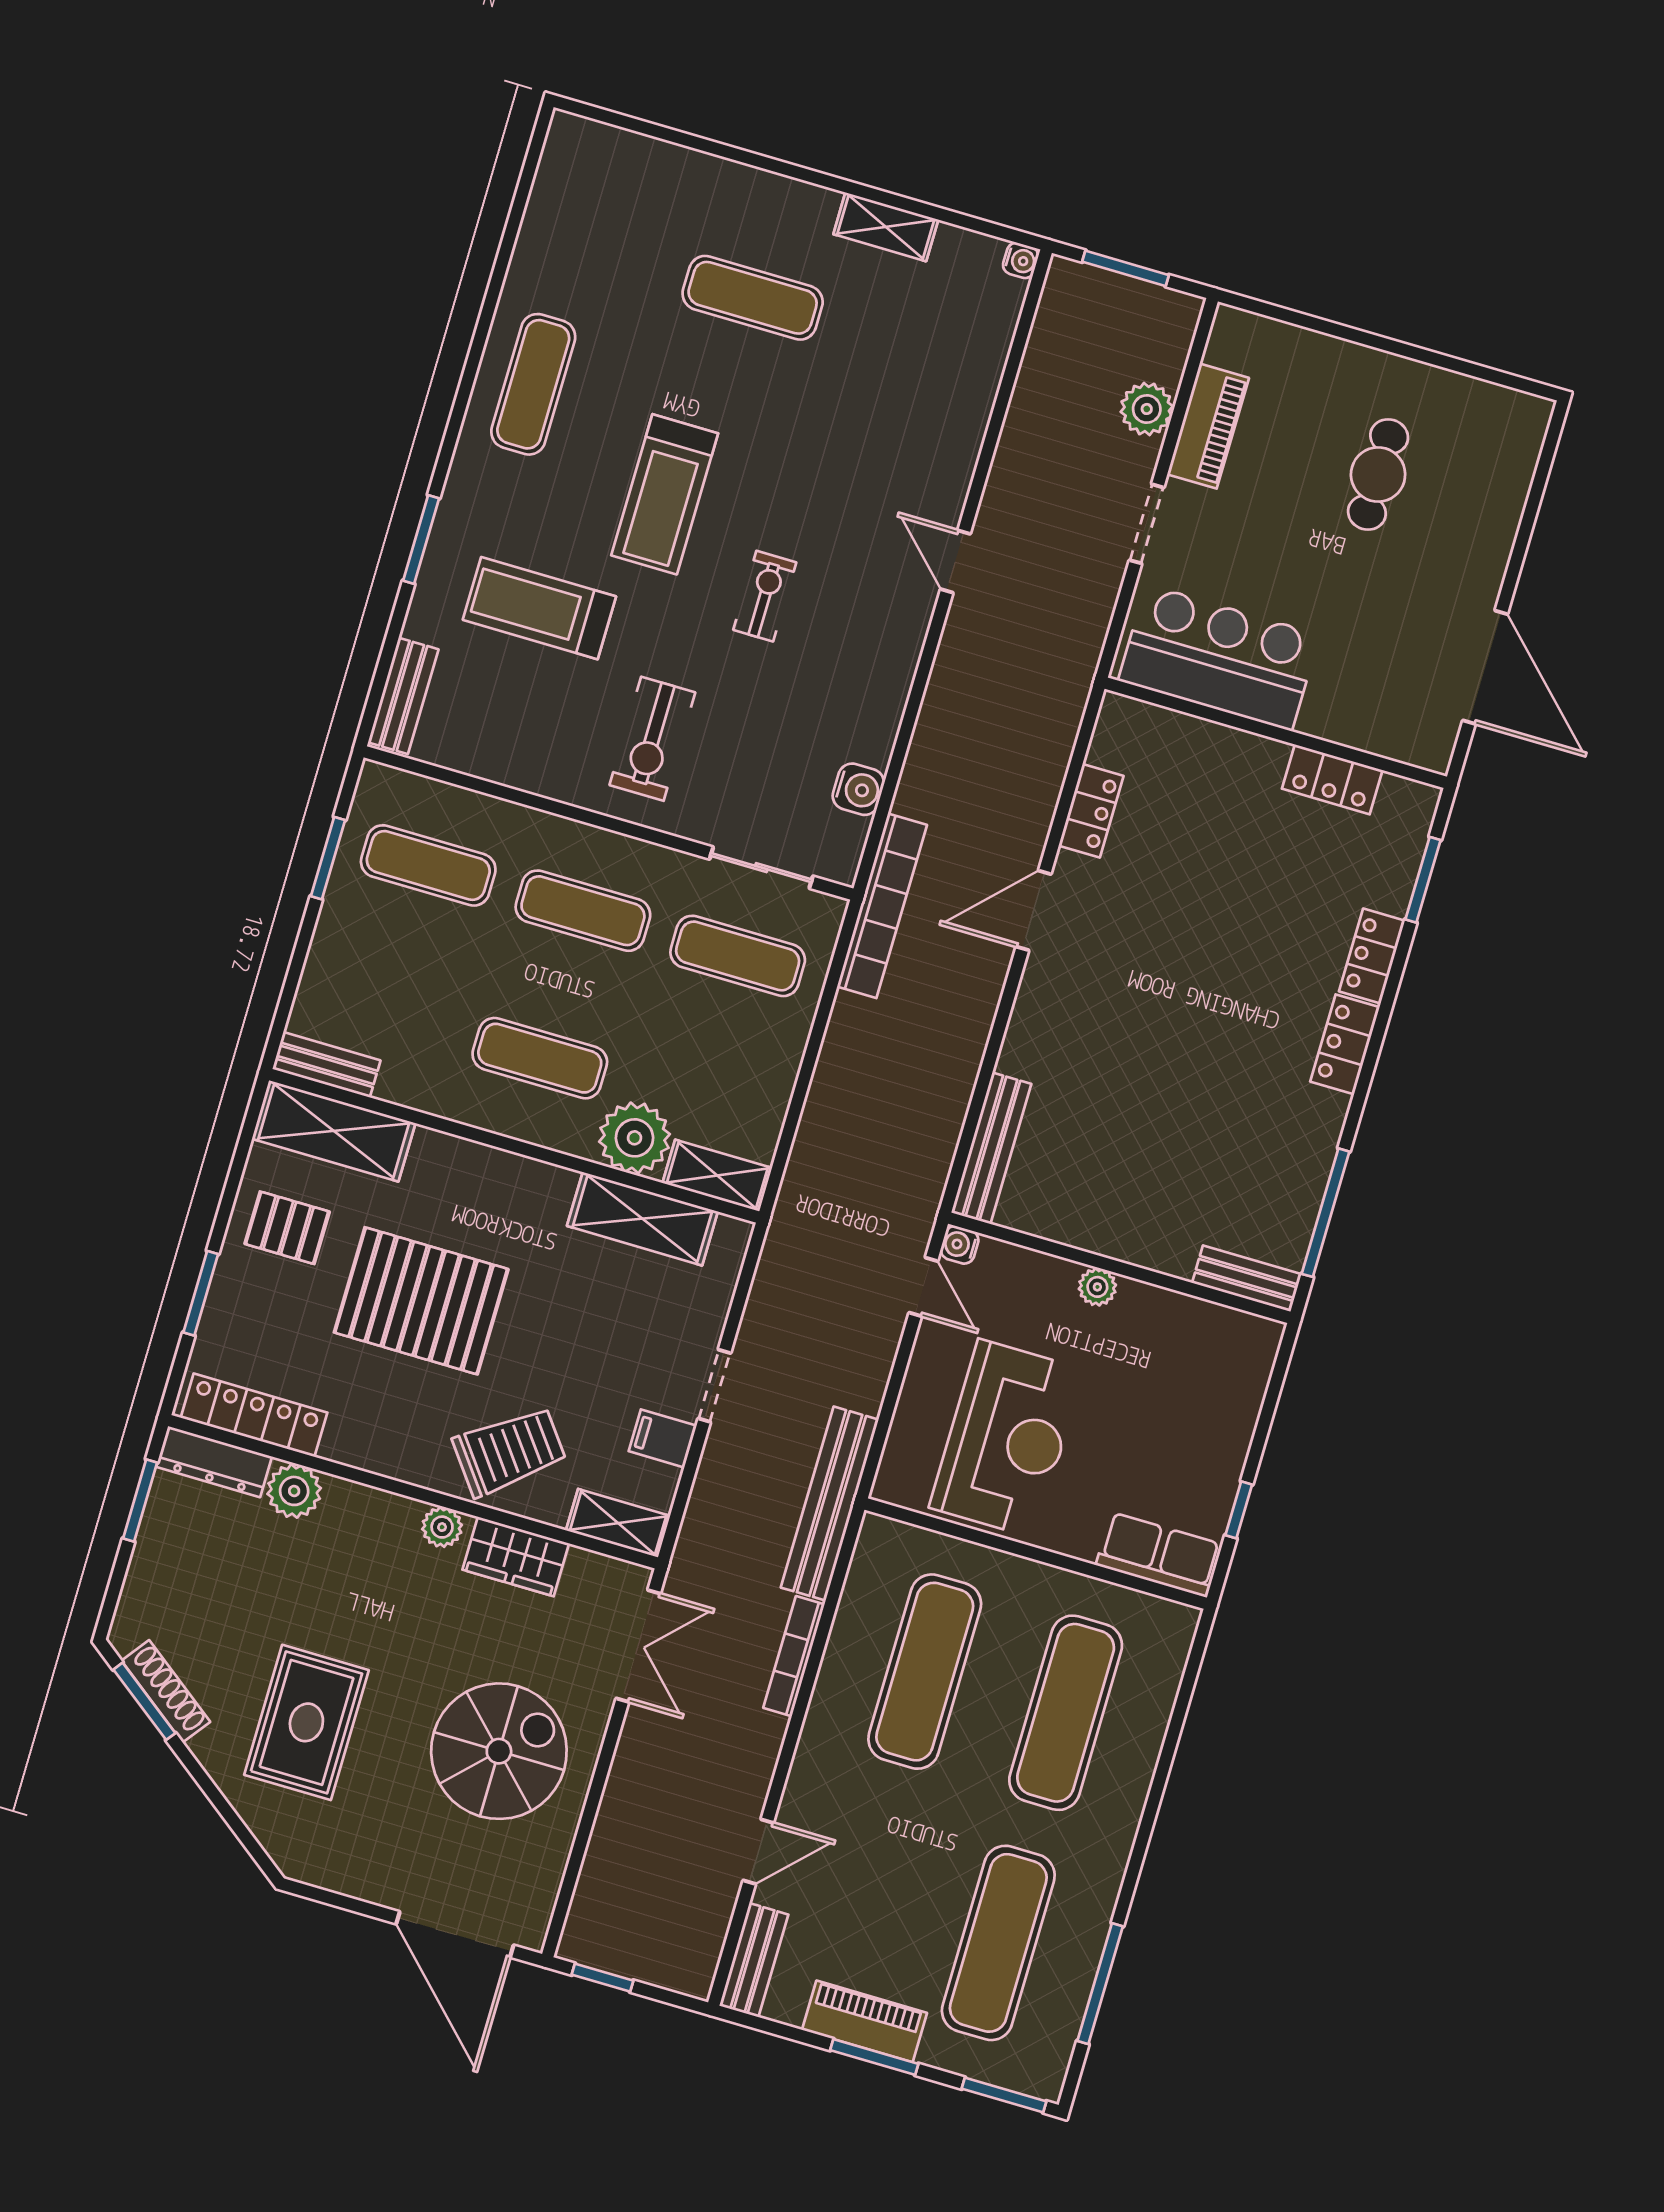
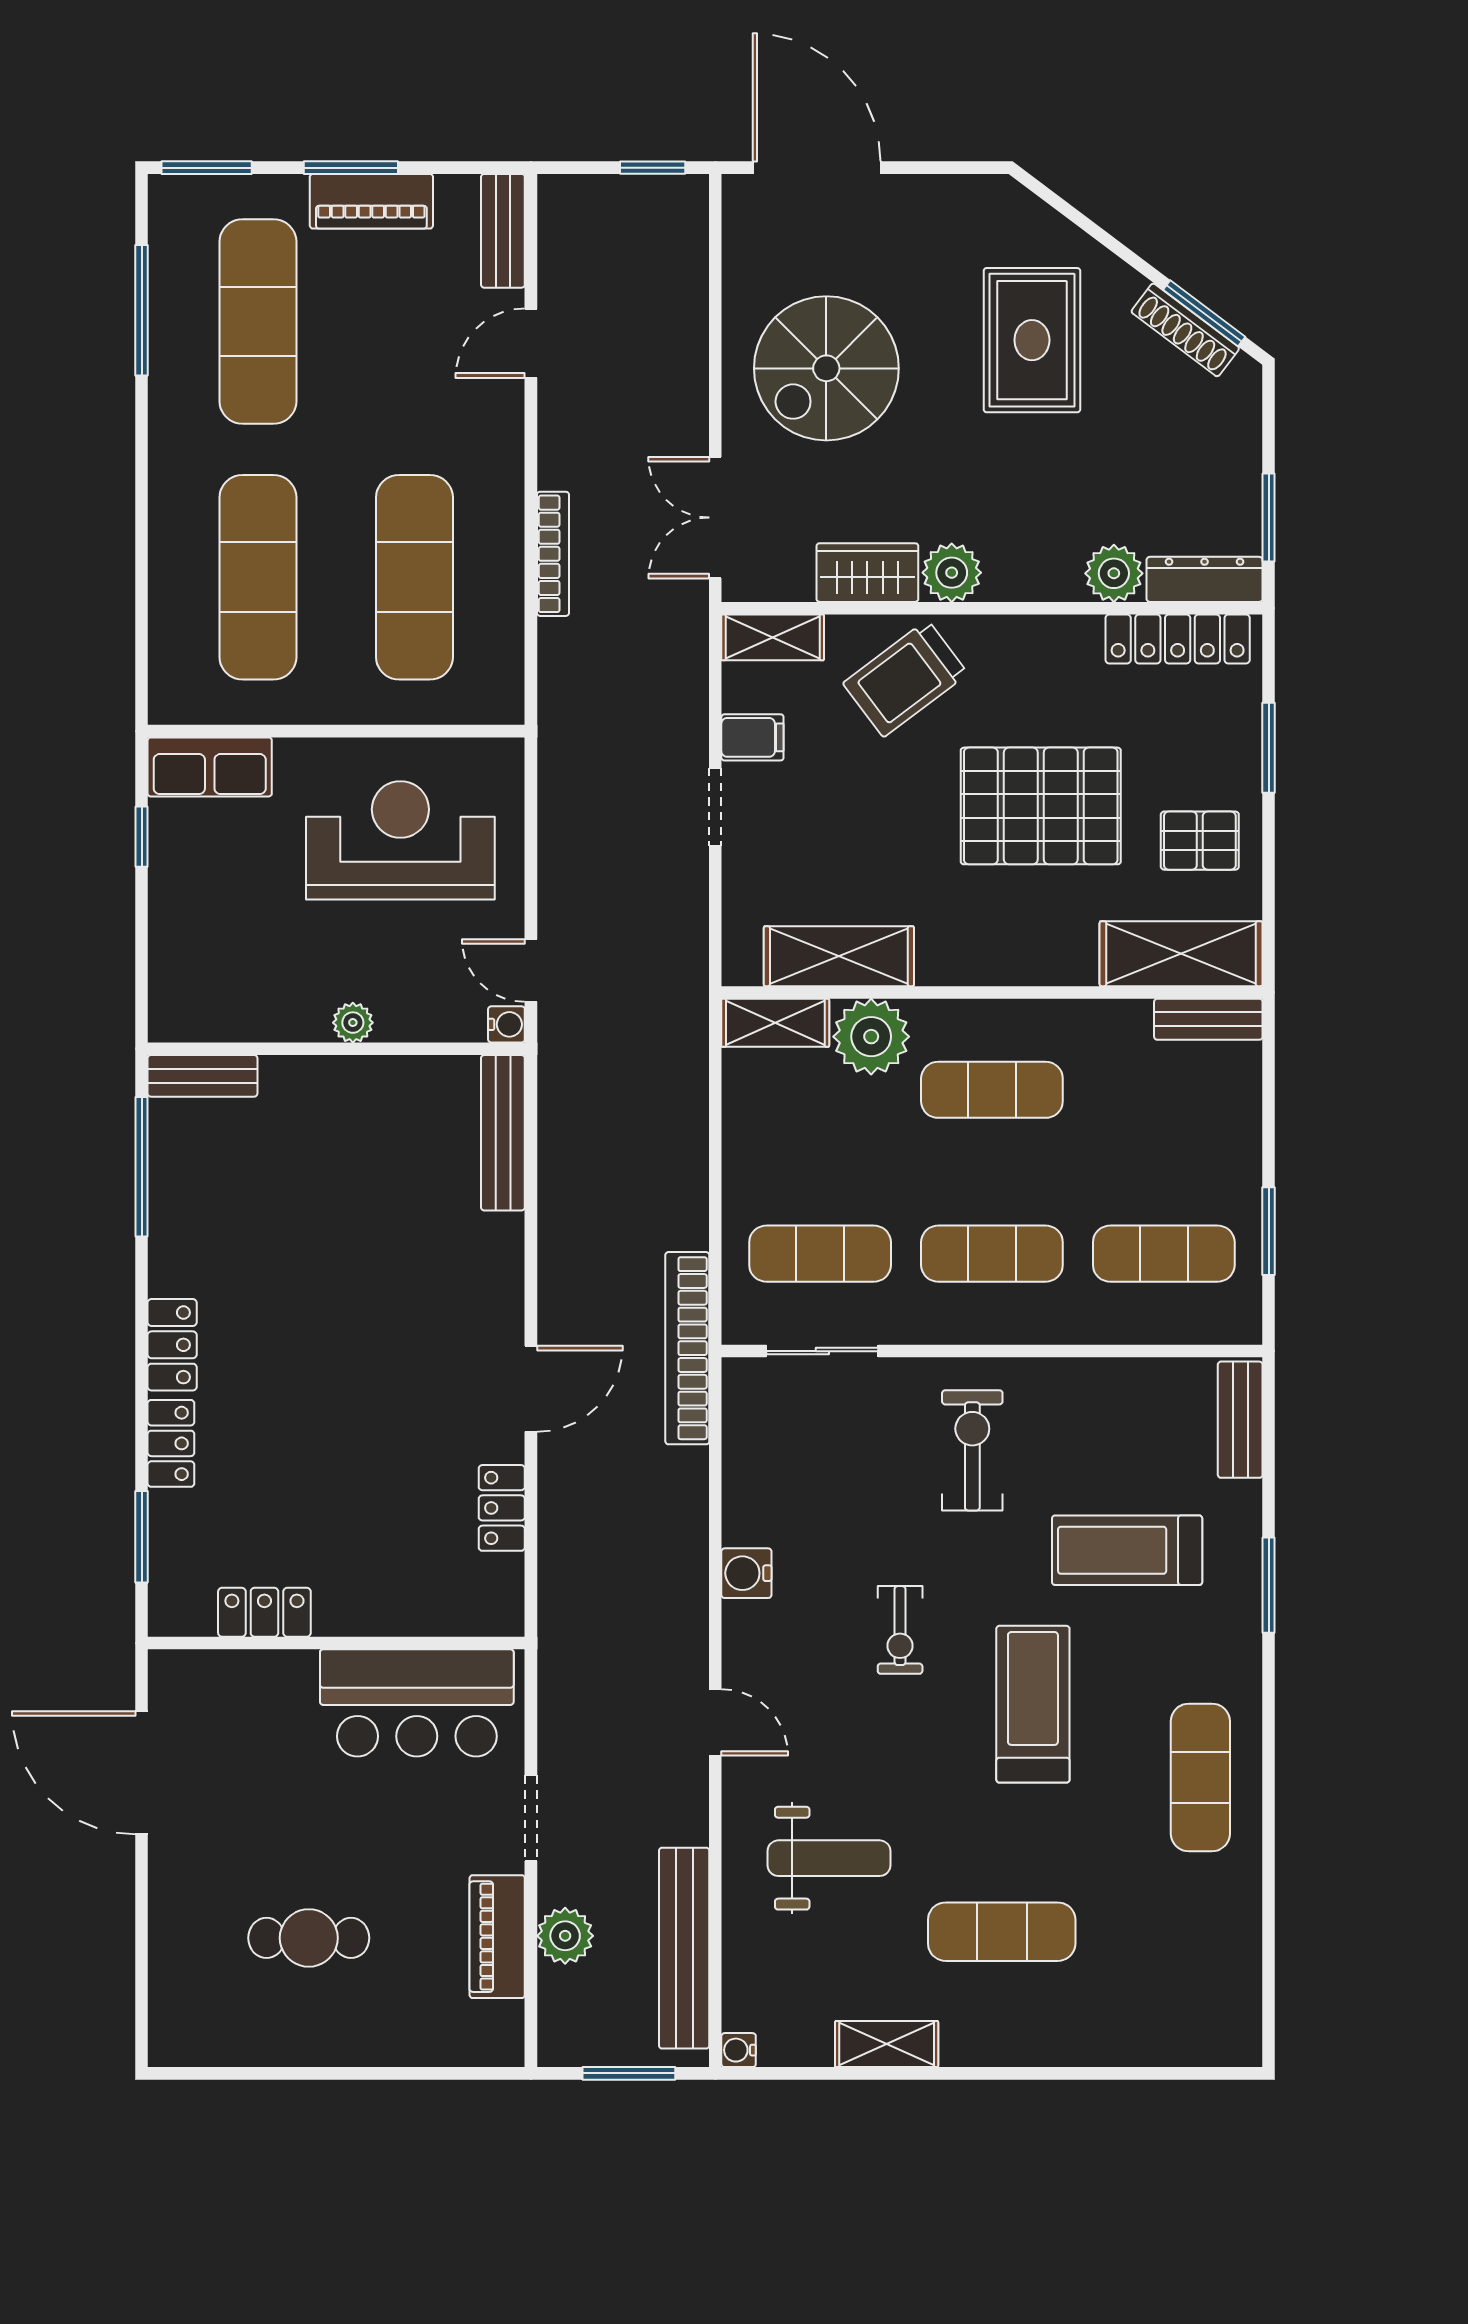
weight bench: (889, 409) -> (829, 1858), added
cafe table: (1378, 474) -> (309, 1938), turned 90
treadmill: (539, 608) -> (1127, 1550), turned 180
water cooler: (858, 789) -> (746, 1573), moved
reception desk: (1007, 1438) -> (400, 840), turned 90
bench: (830, 1504) -> (684, 1948), moved
plant: (442, 1527) -> (952, 573), width x1.38, depth x1.38

